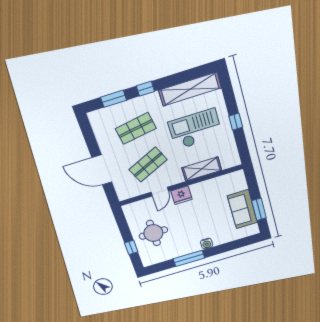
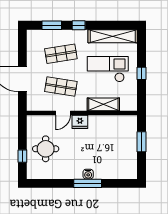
shop shelf: (148, 165) -> (61, 87), turned 33
sofa: (242, 209) -> (128, 151), removed
window: (259, 209) -> (142, 142), moved
window: (189, 258) -> (88, 183), moved

